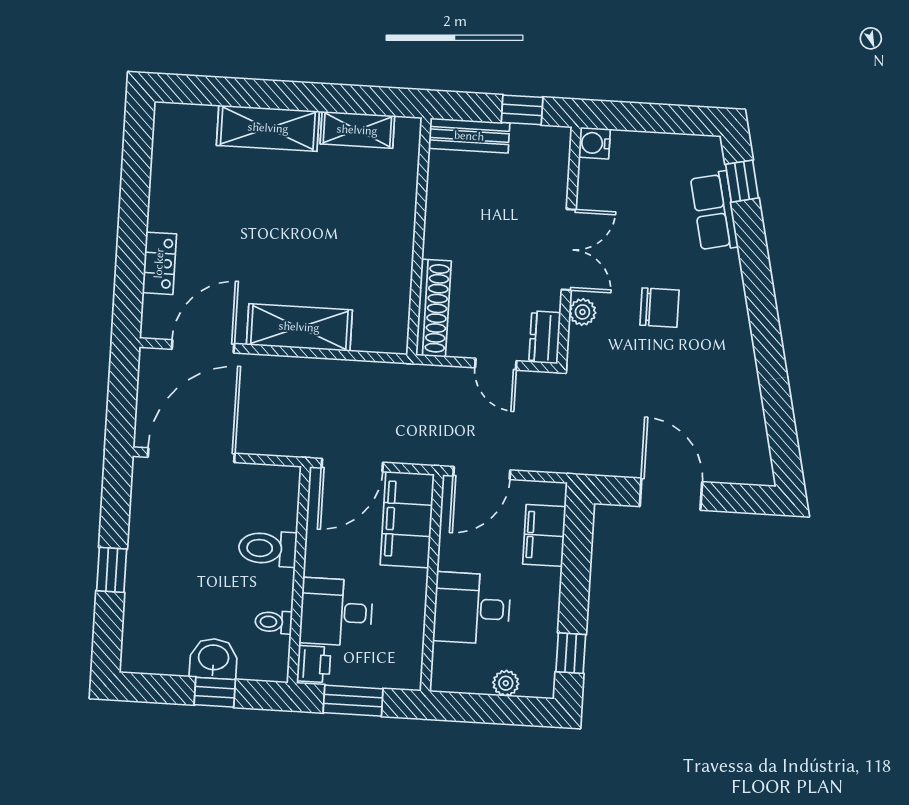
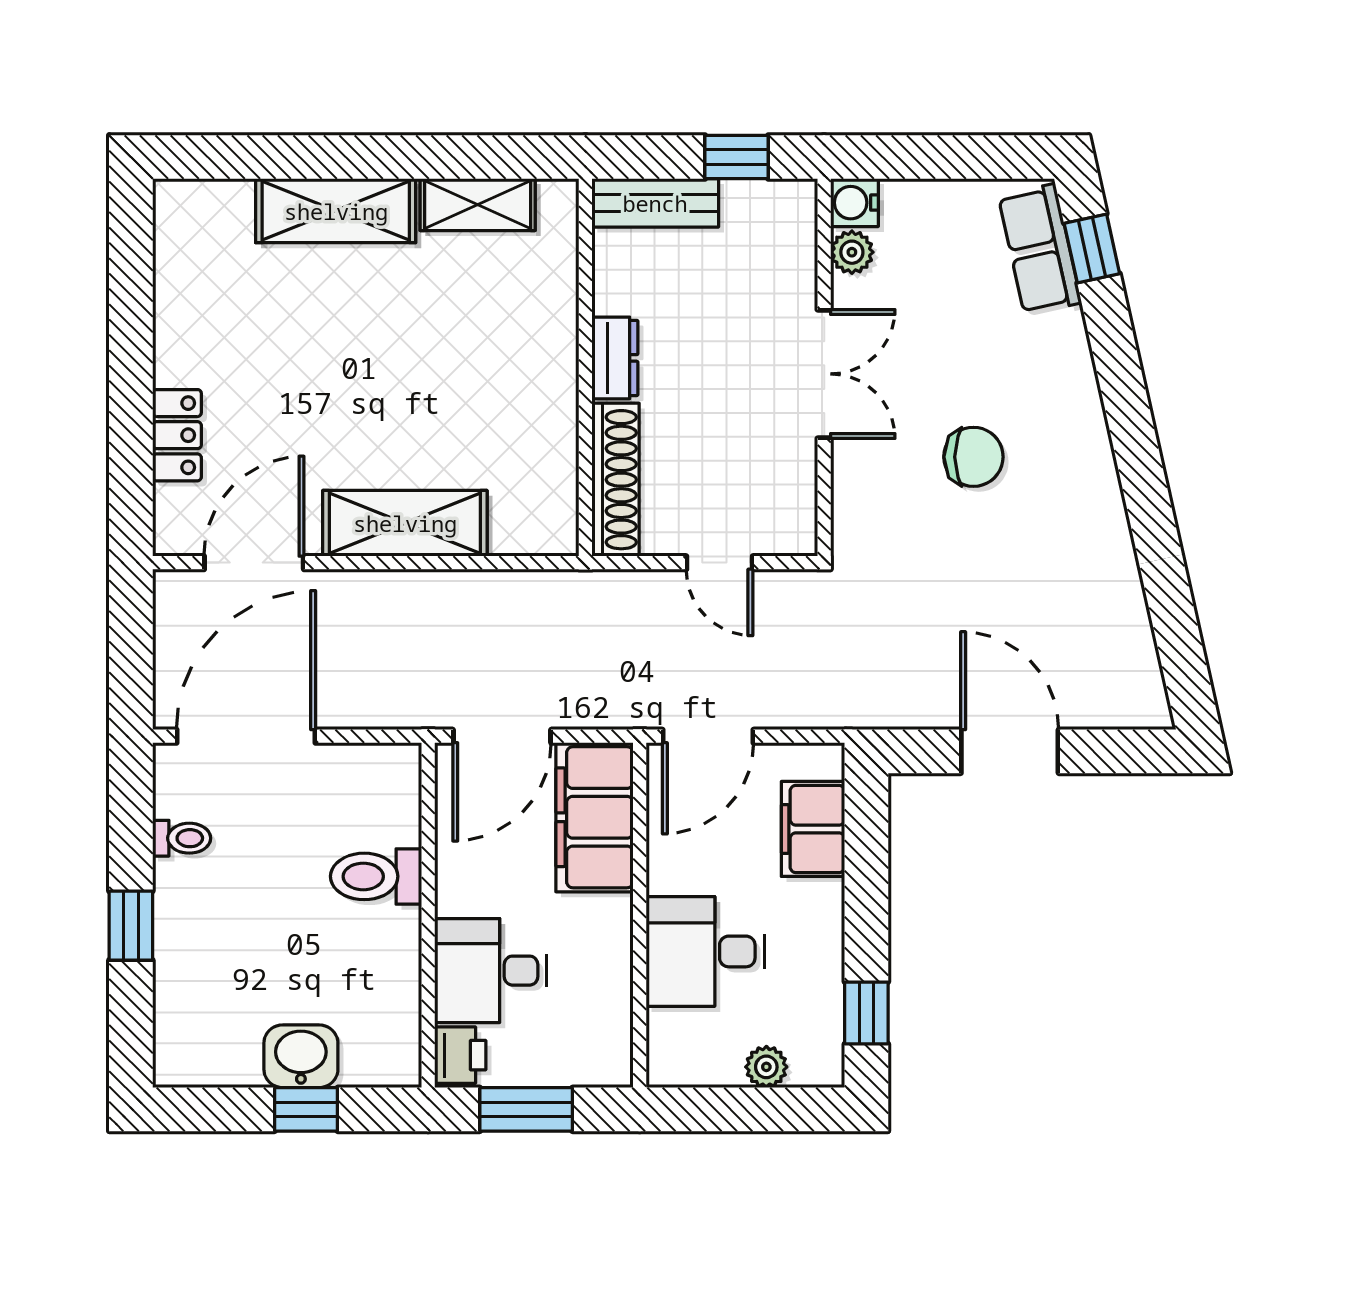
row of seats: (714, 211) -> (1040, 249), moved
plant: (582, 312) -> (852, 252), moved
dresser: (545, 337) -> (615, 358), moved, turned 180
toilet: (274, 622) -> (182, 838), moved, turned 180

